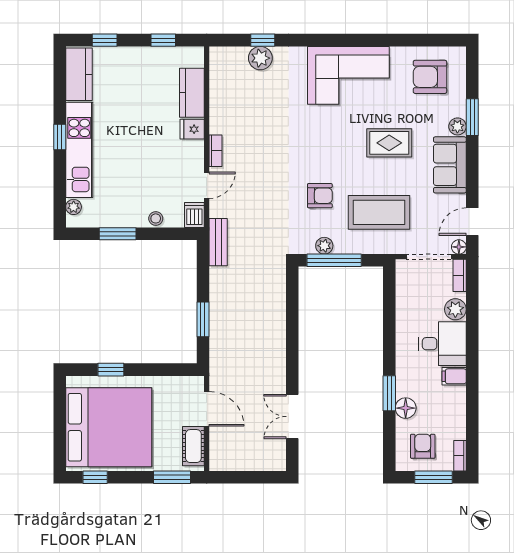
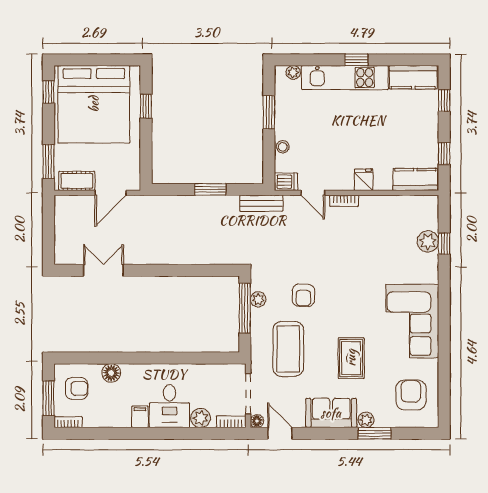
kitchen counter: (192, 93) -> (415, 179), moved
window: (203, 319) -> (210, 189), moved
window: (389, 393) -> (125, 358), removed

